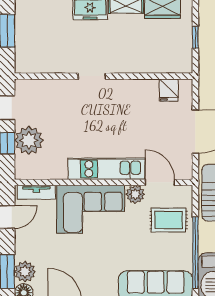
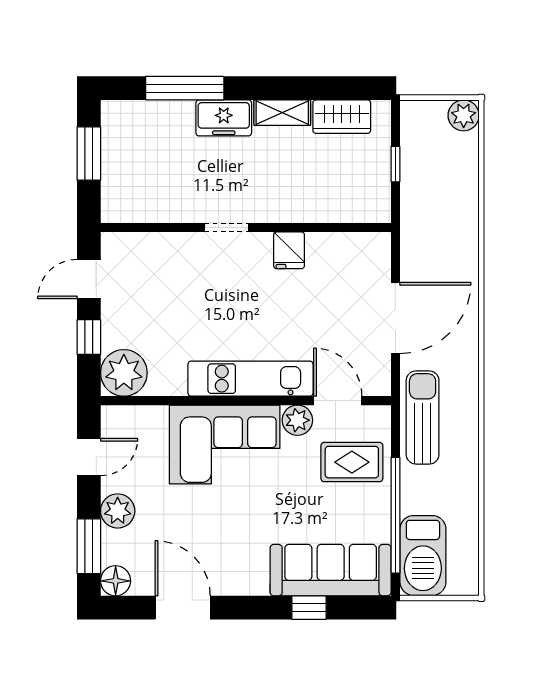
fridge: (169, 90) -> (289, 250), moved
plant: (29, 140) -> (124, 373), moved
tv unit: (36, 192) -> (136, 417), removed
plant: (25, 272) -> (118, 511), moved

